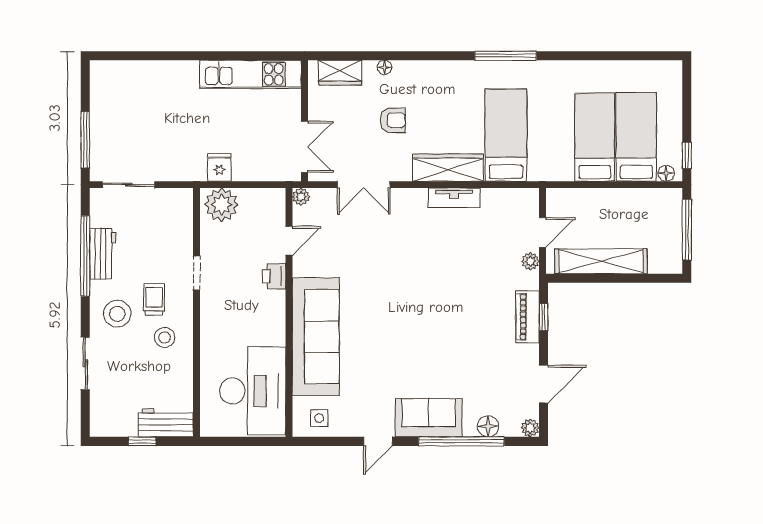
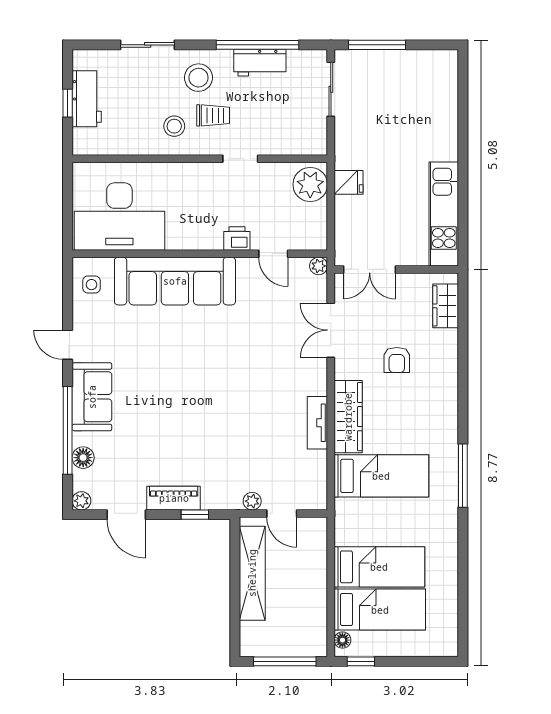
floor lamp: (384, 67) -> (451, 351), removed
piano: (528, 317) -> (174, 498), moved
workbench: (166, 423) -> (87, 99), moved

